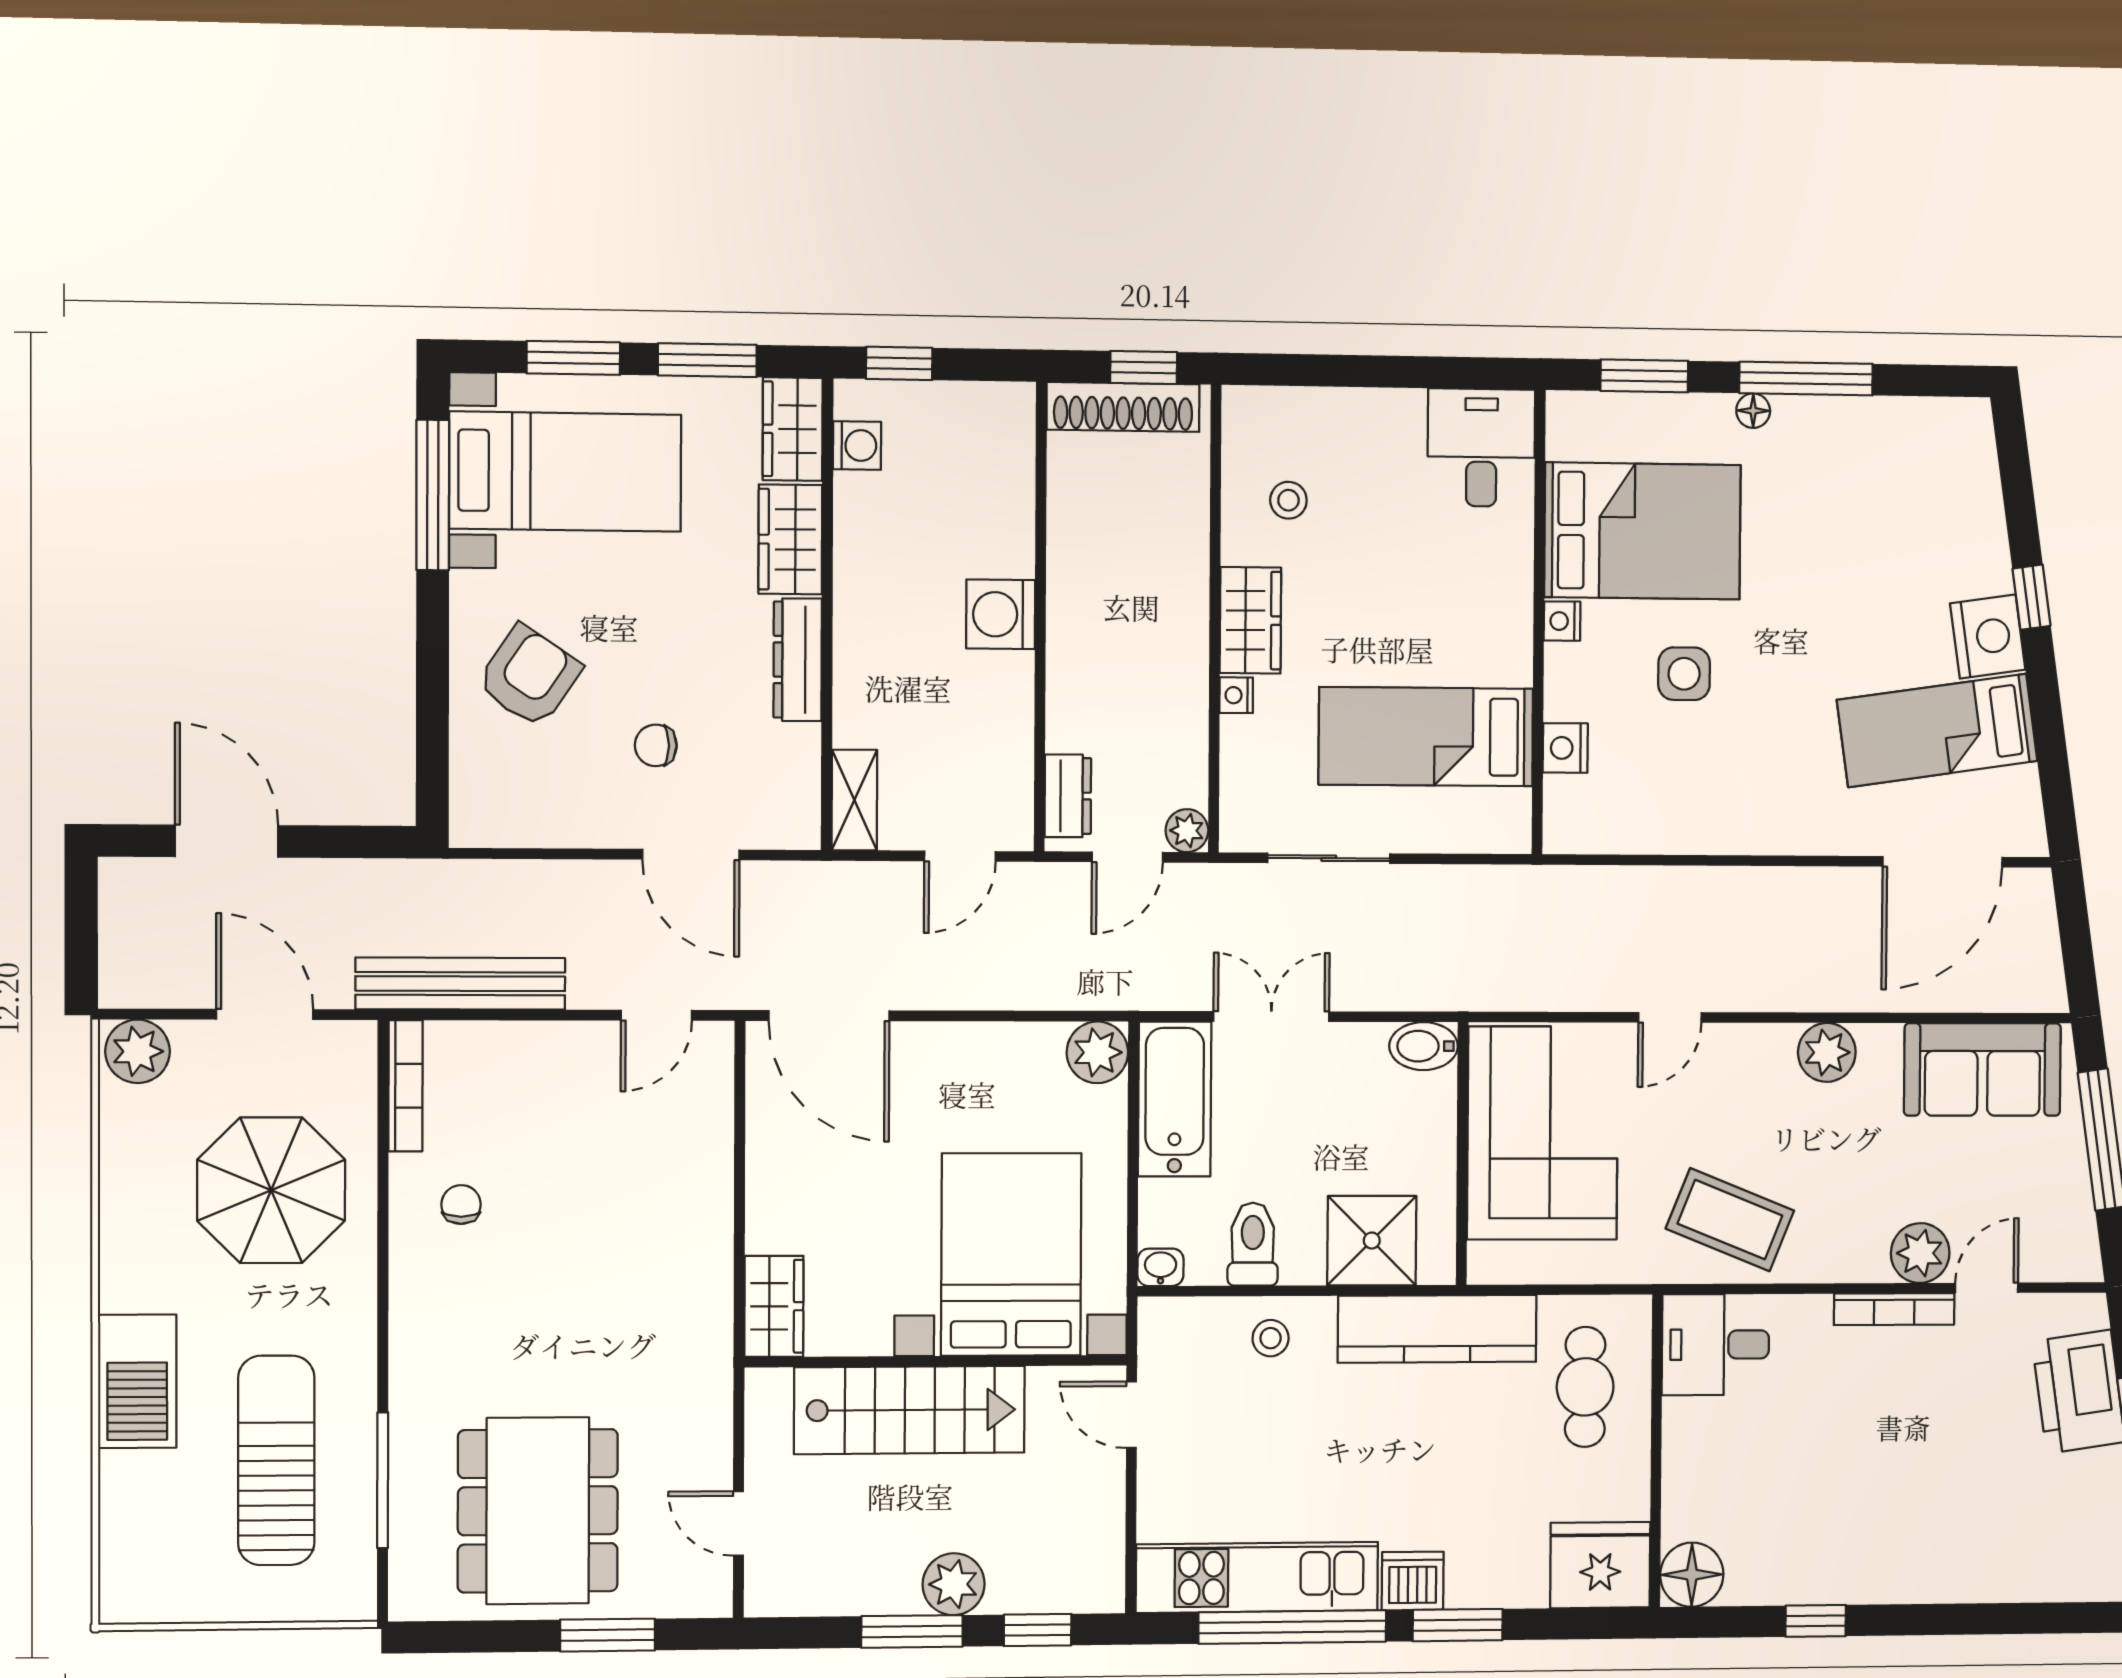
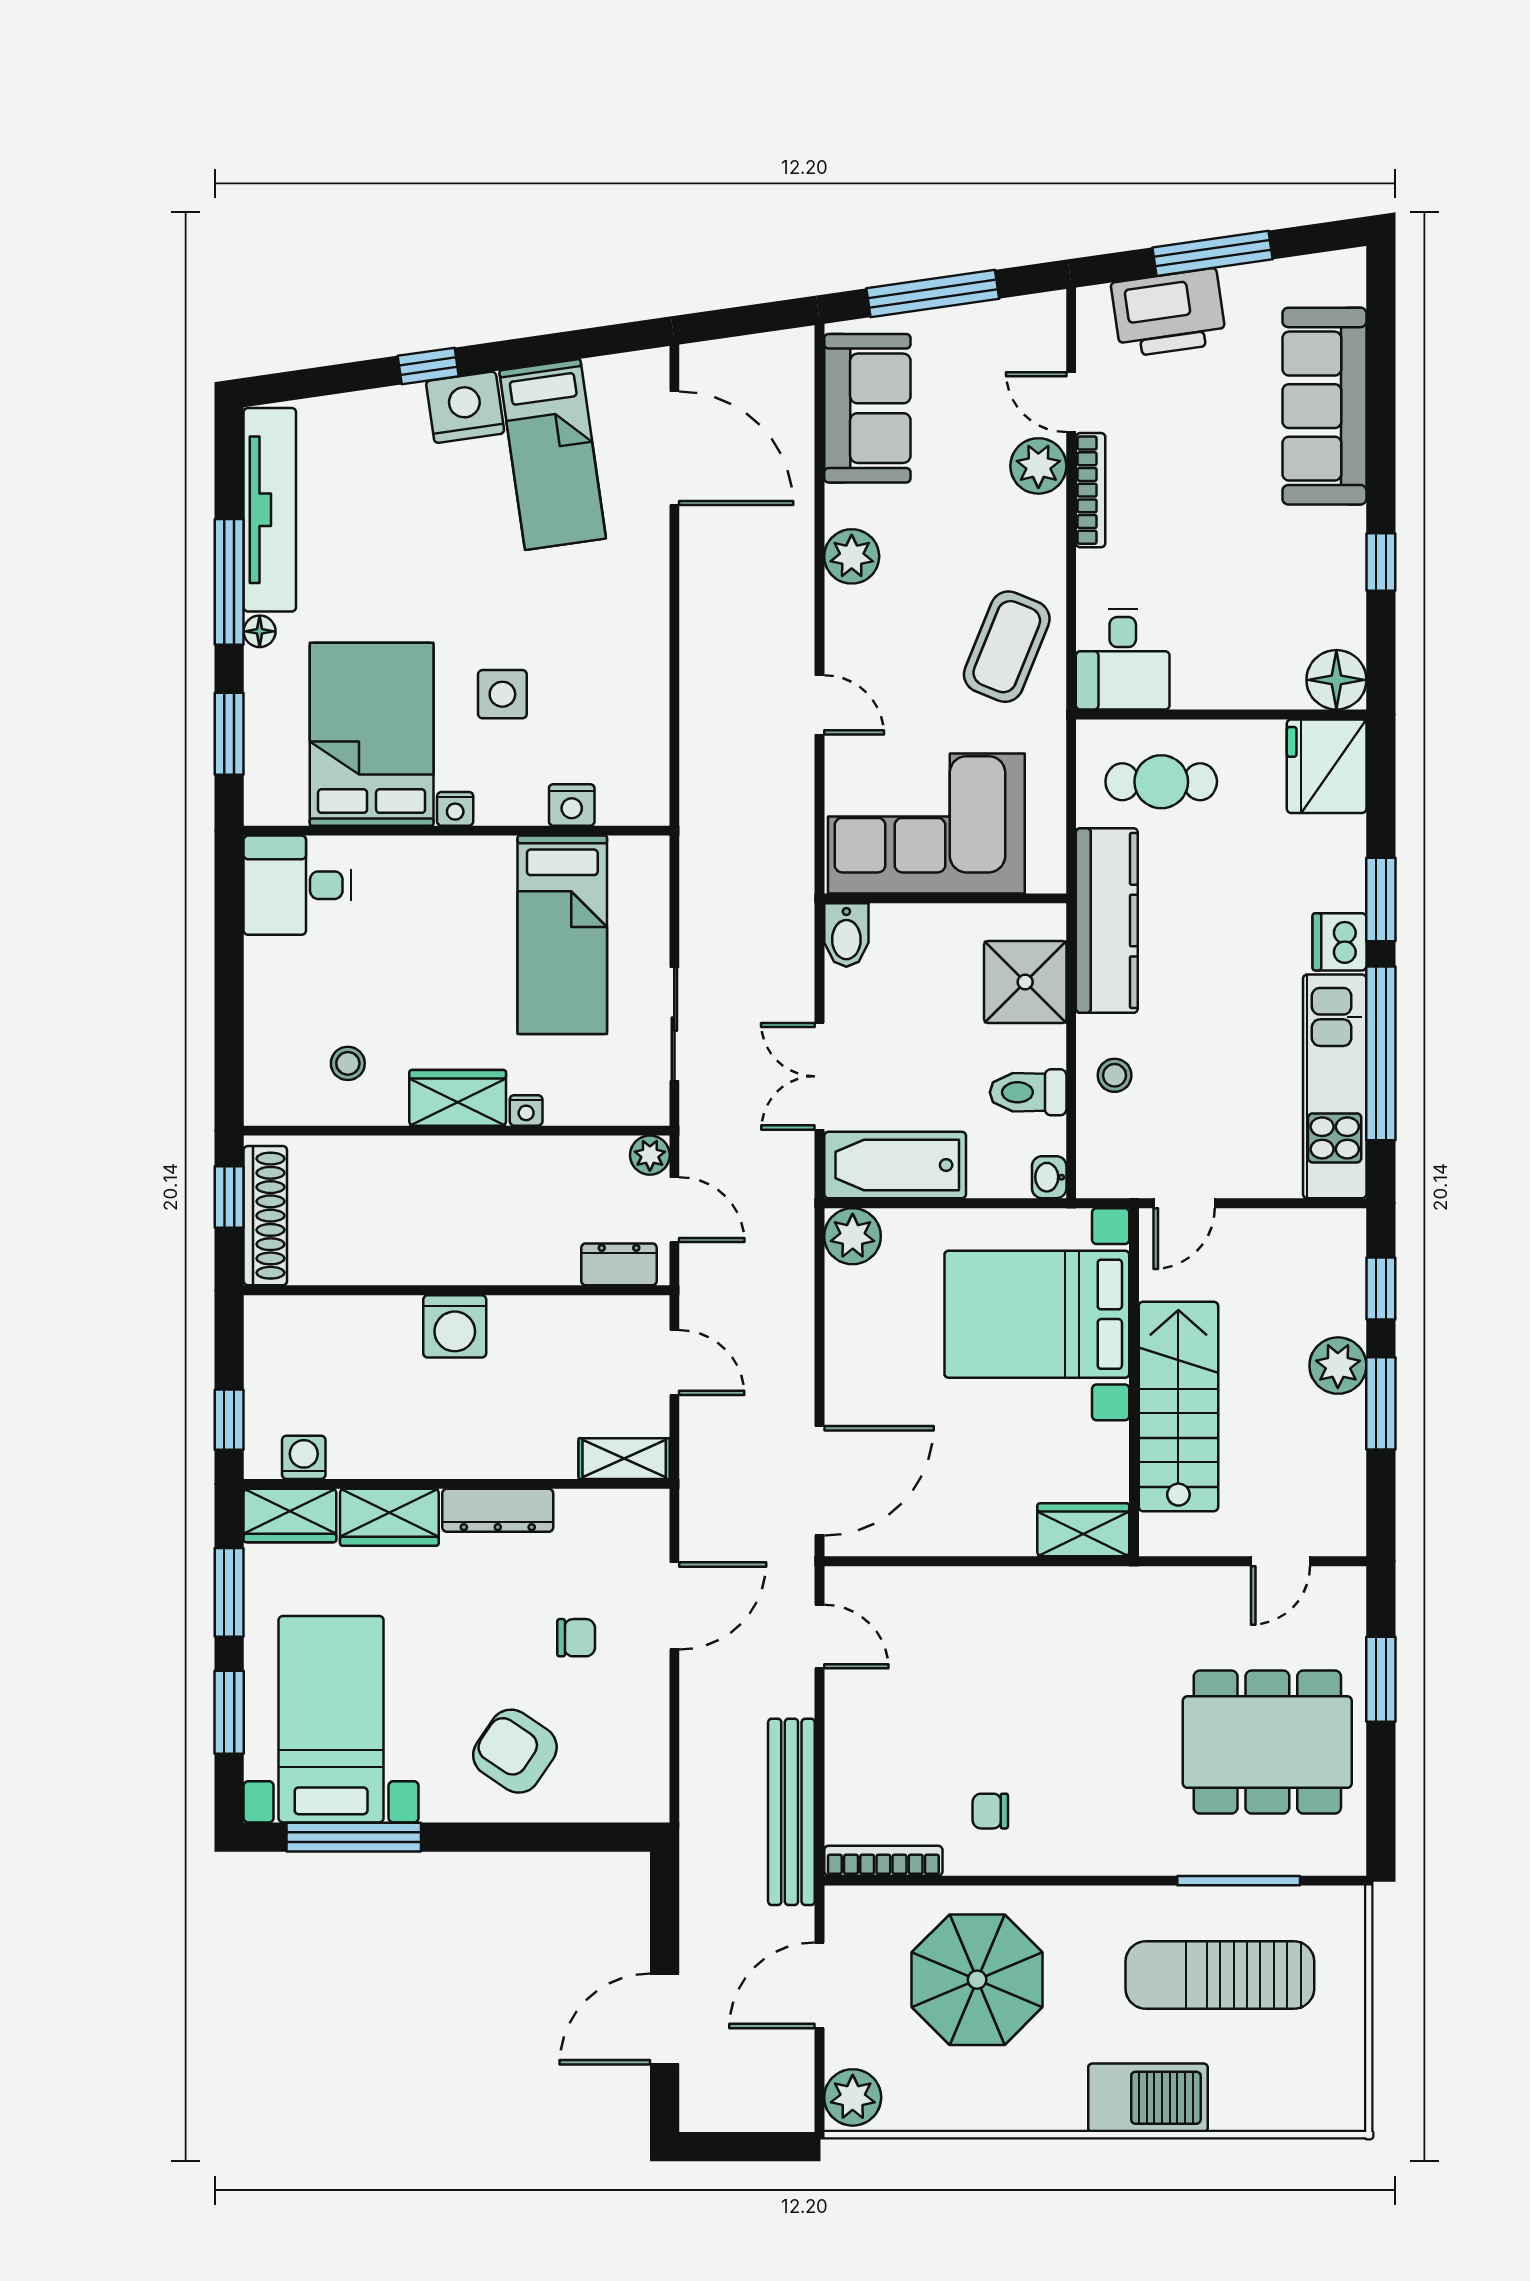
tv unit: (1882, 424) -> (270, 510), added
chair: (656, 745) -> (576, 1638), turned -90
sofa: (1980, 1559) -> (1324, 406), added

